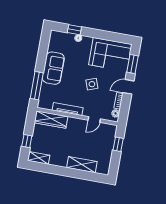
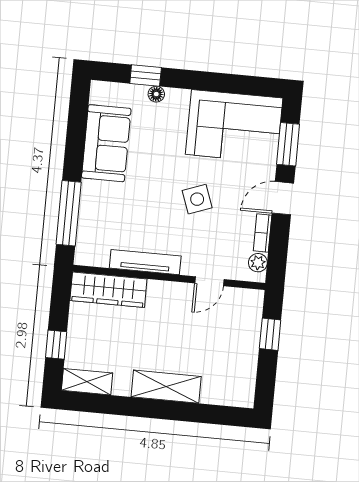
sofa: (53, 68) -> (106, 143), moved
shelving: (82, 165) -> (166, 387), moved

